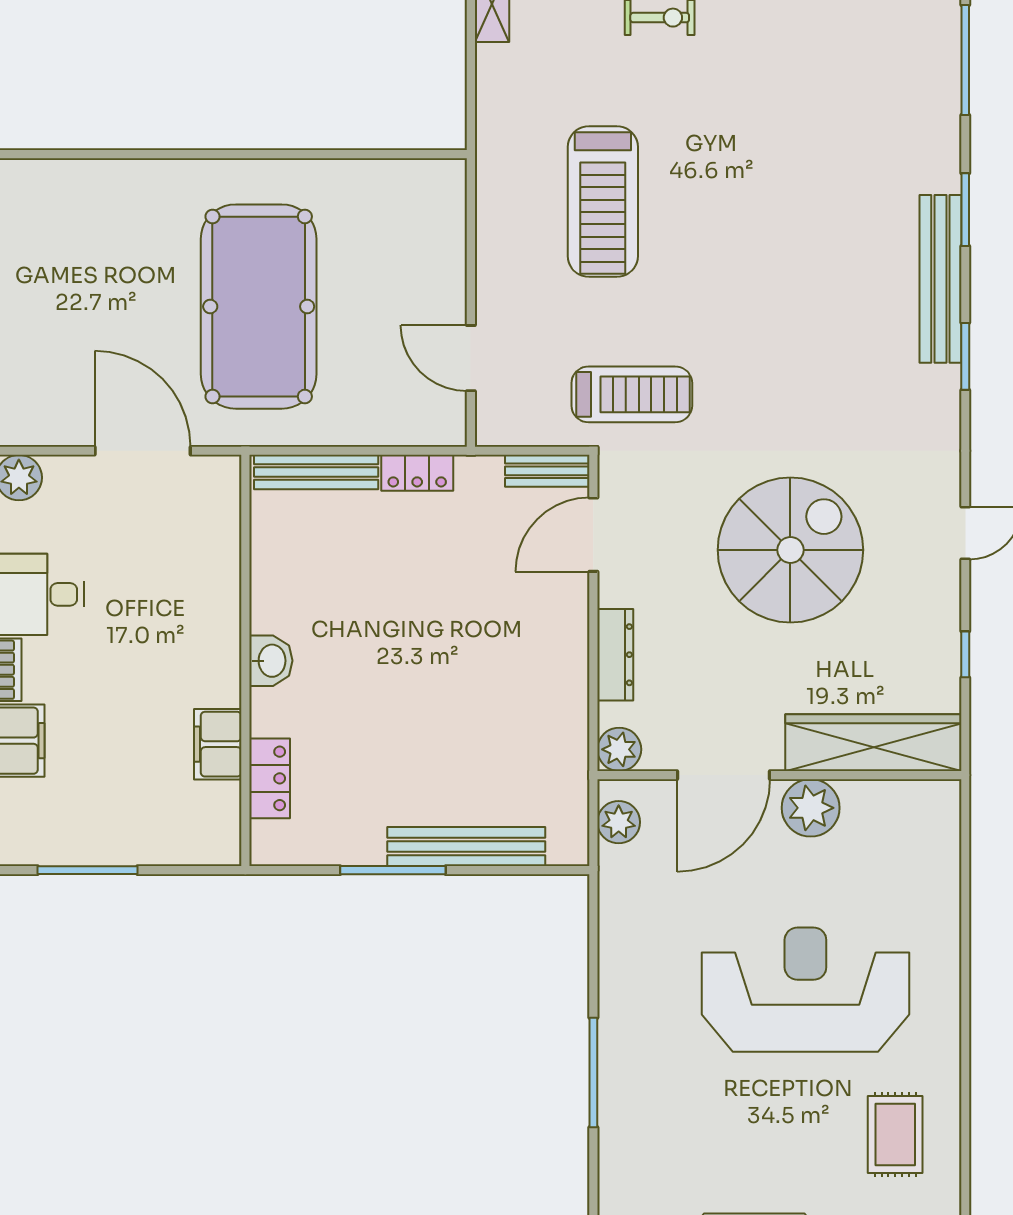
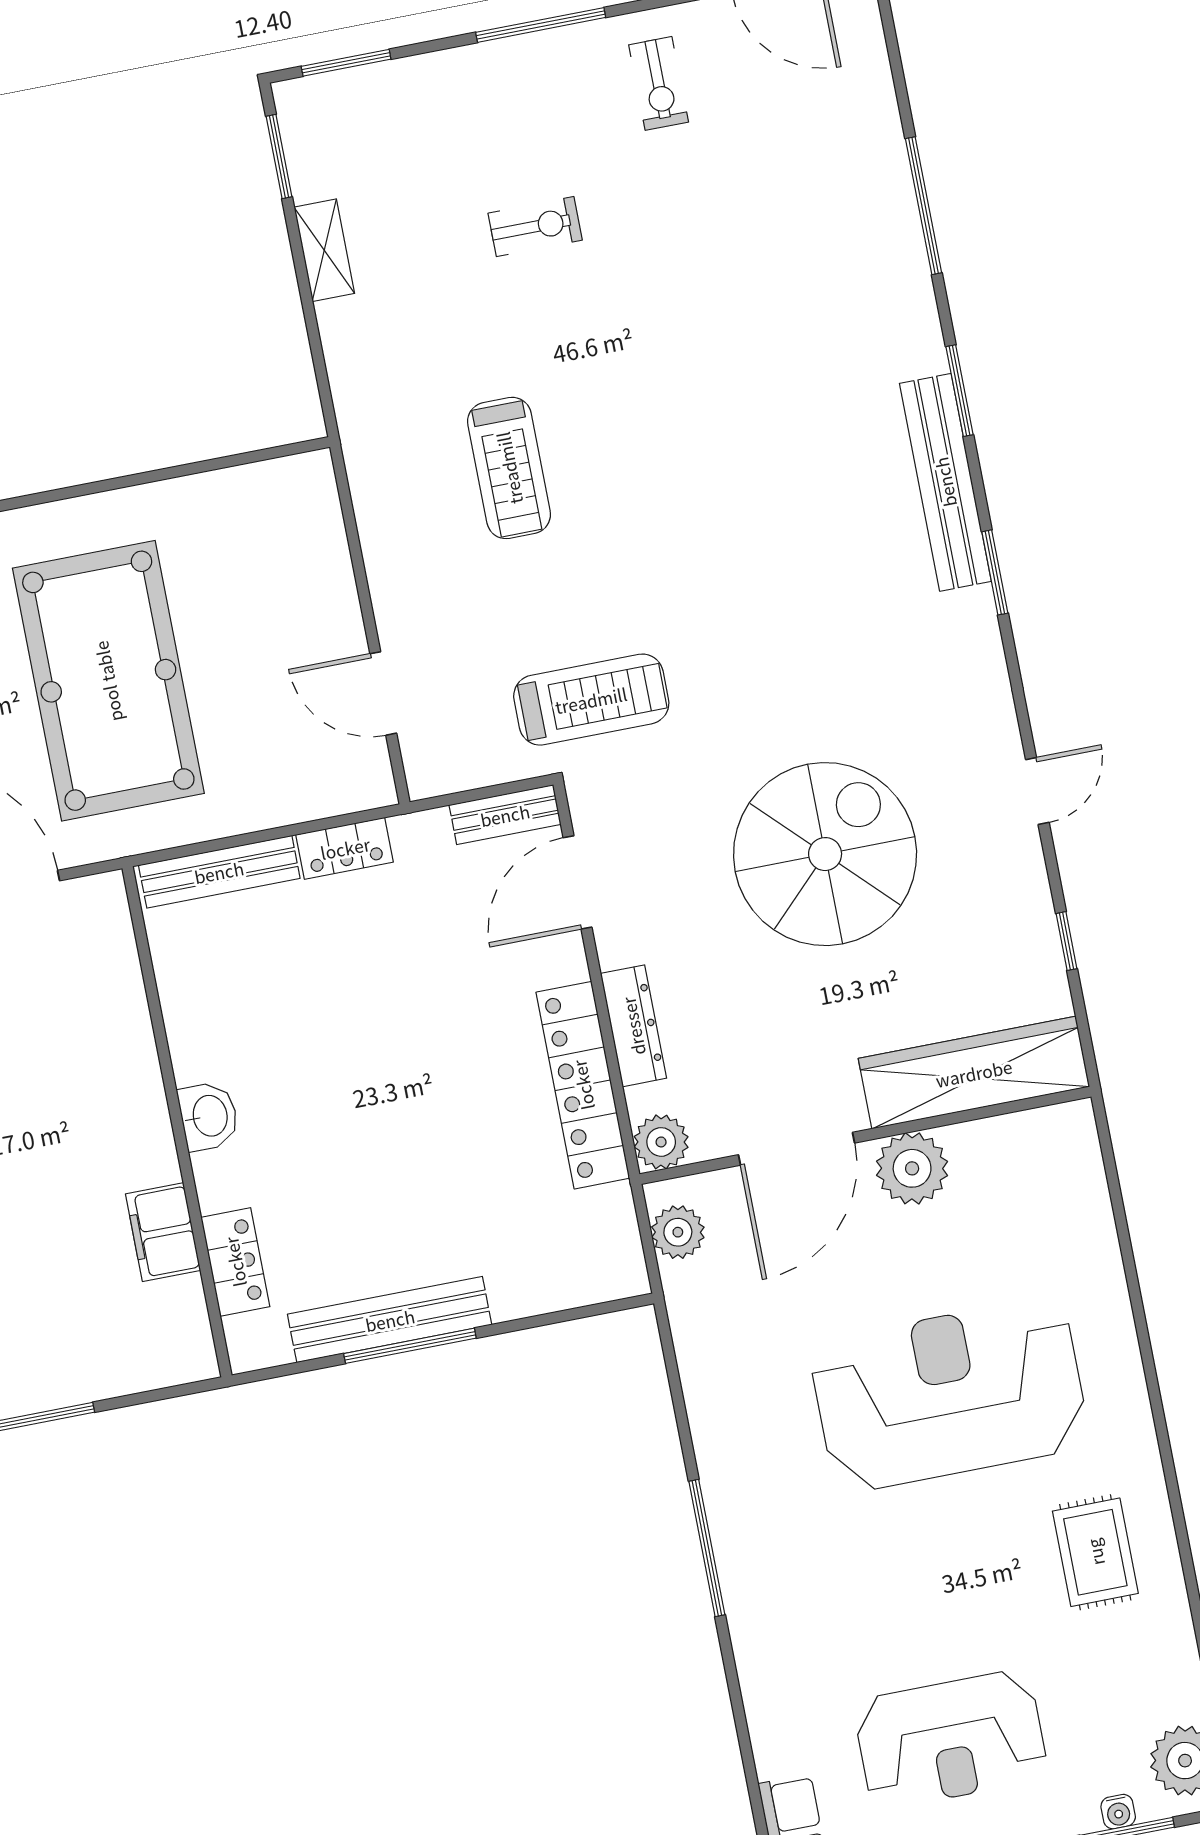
treadmill: (603, 202) -> (509, 468), width x0.73, depth x0.73
locker: (567, 693) -> (583, 1085), added
bench: (466, 847) -> (390, 1320), moved

